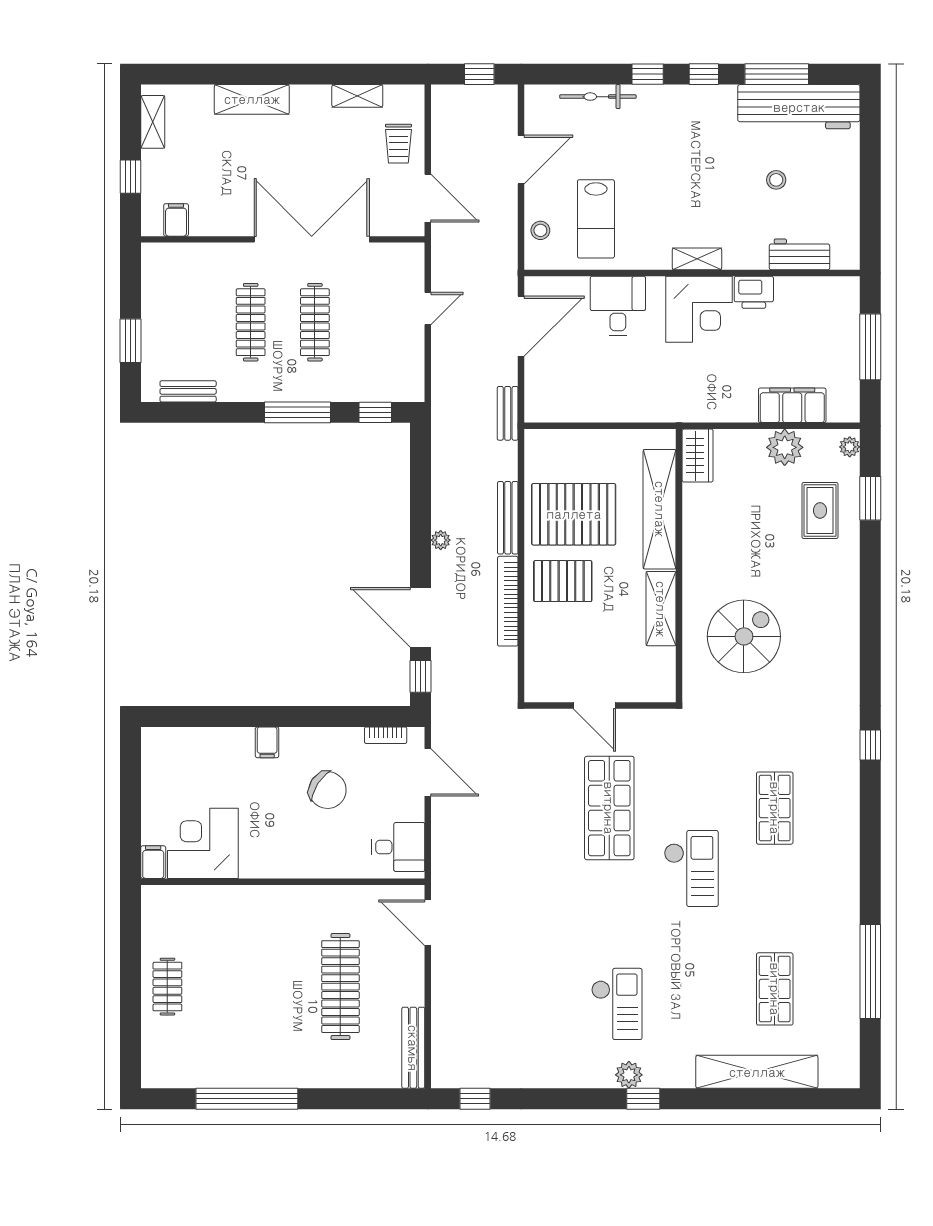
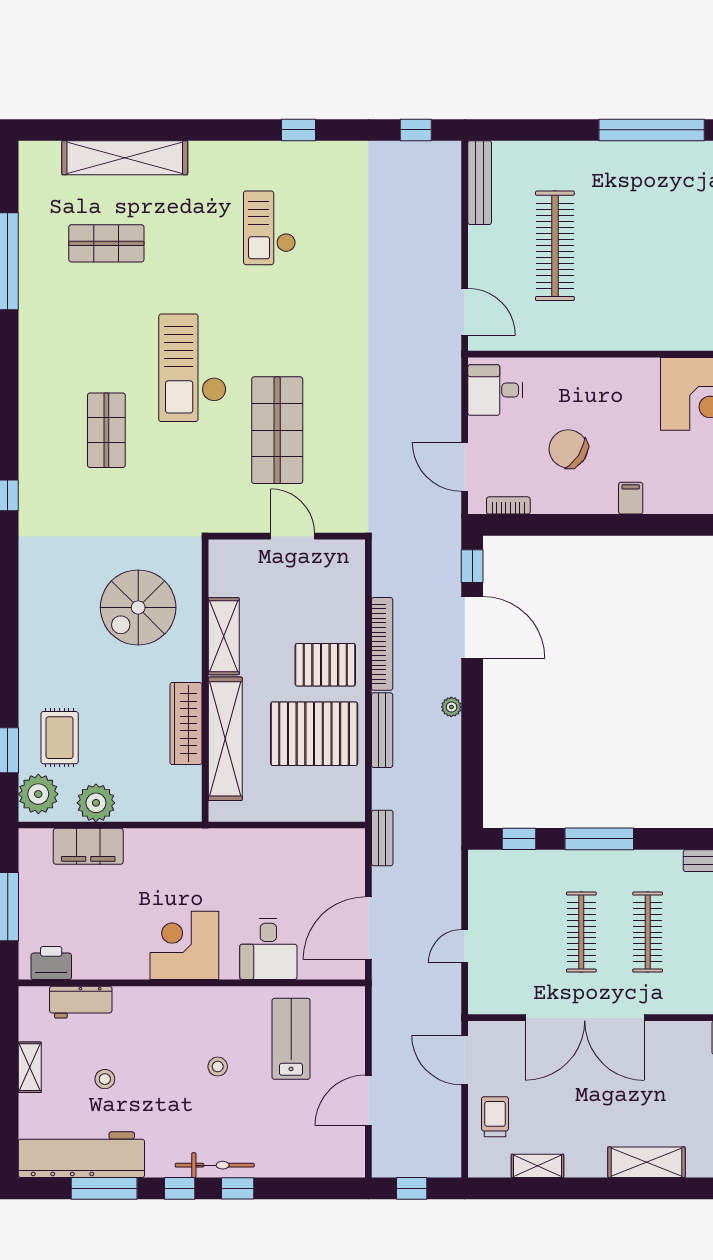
bicycle: (598, 97) -> (215, 1165), moved
stool: (540, 230) -> (218, 1067), moved
shelving: (697, 259) -> (30, 1067), moved, turned 90
printer: (754, 292) -> (51, 963), moved
plant: (850, 447) -> (38, 794), width x1.88, depth x1.88
wardrobe: (698, 456) -> (186, 723), moved, width x1.50
checkout: (691, 868) -> (193, 368), width x1.36, depth x1.21
shop shelf: (775, 989) -> (106, 243), turned 90
plant: (629, 1075) -> (257, 155), removed
window: (643, 1099) -> (299, 130), moved

